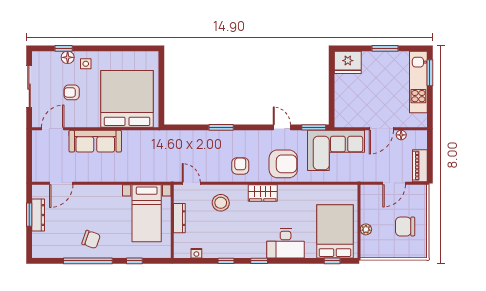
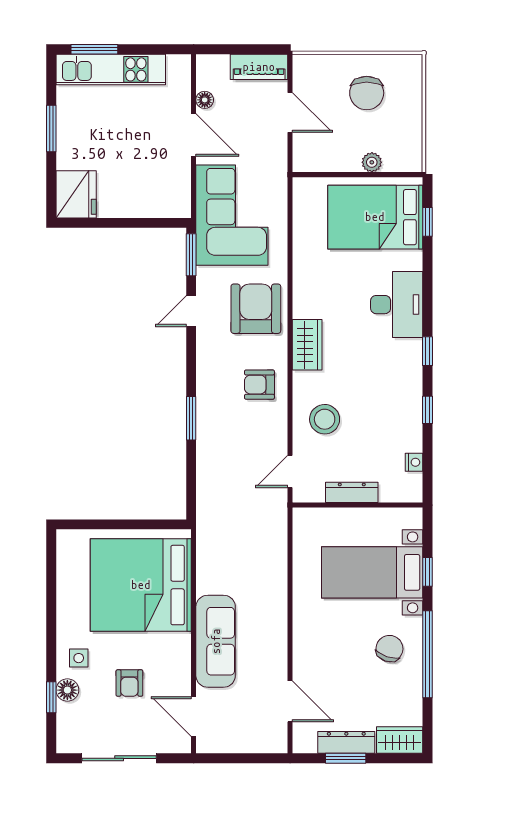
bed with nightstands: (147, 213) -> (372, 572), moved, turned 180
wardrobe: (39, 245) -> (400, 740), added

